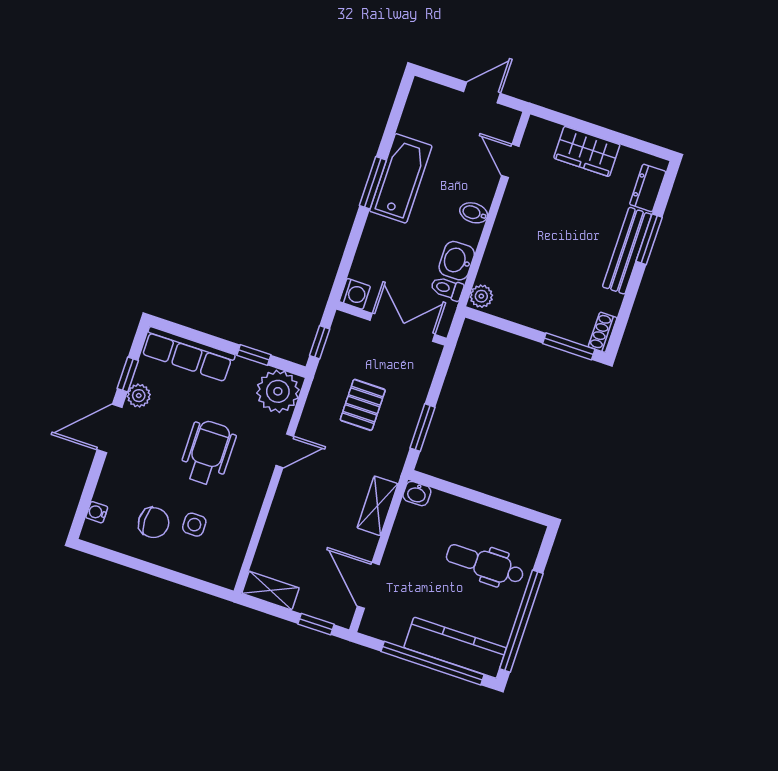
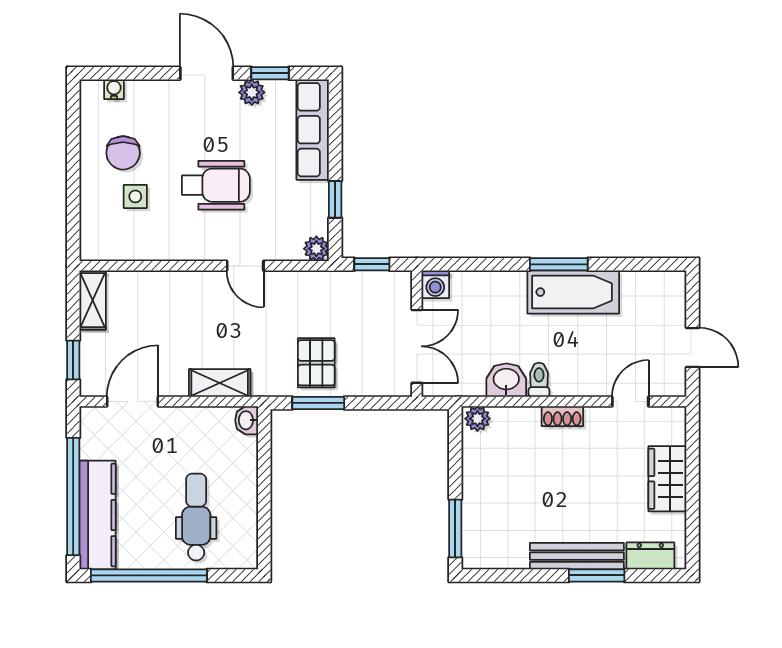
bidet: (474, 213) -> (563, 381), removed
toilet: (447, 288) -> (539, 380), moved
shoe rack: (603, 332) -> (562, 416), moved, turned 180
plant: (278, 391) -> (316, 249), width x0.53, depth x0.53
pallet: (363, 405) -> (316, 363), moved, turned 90

